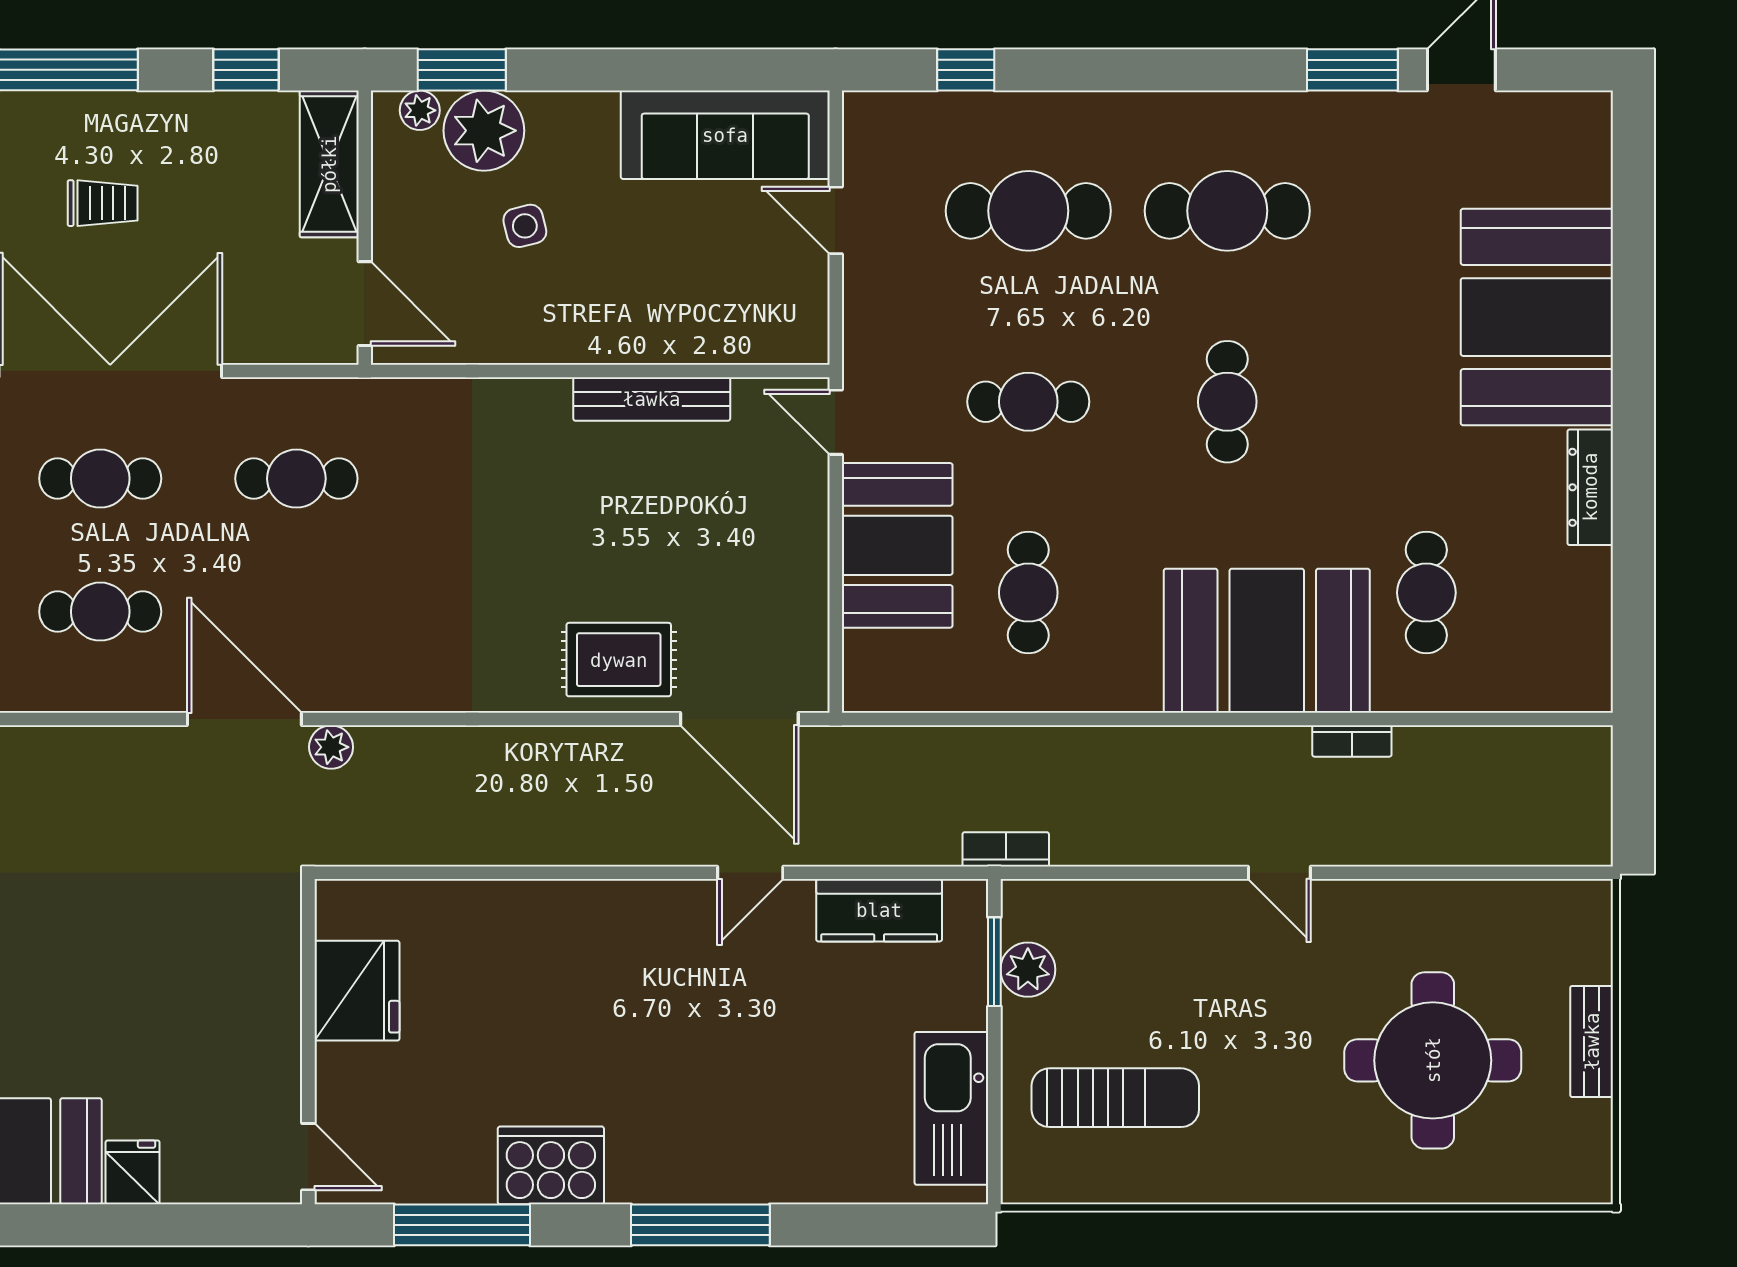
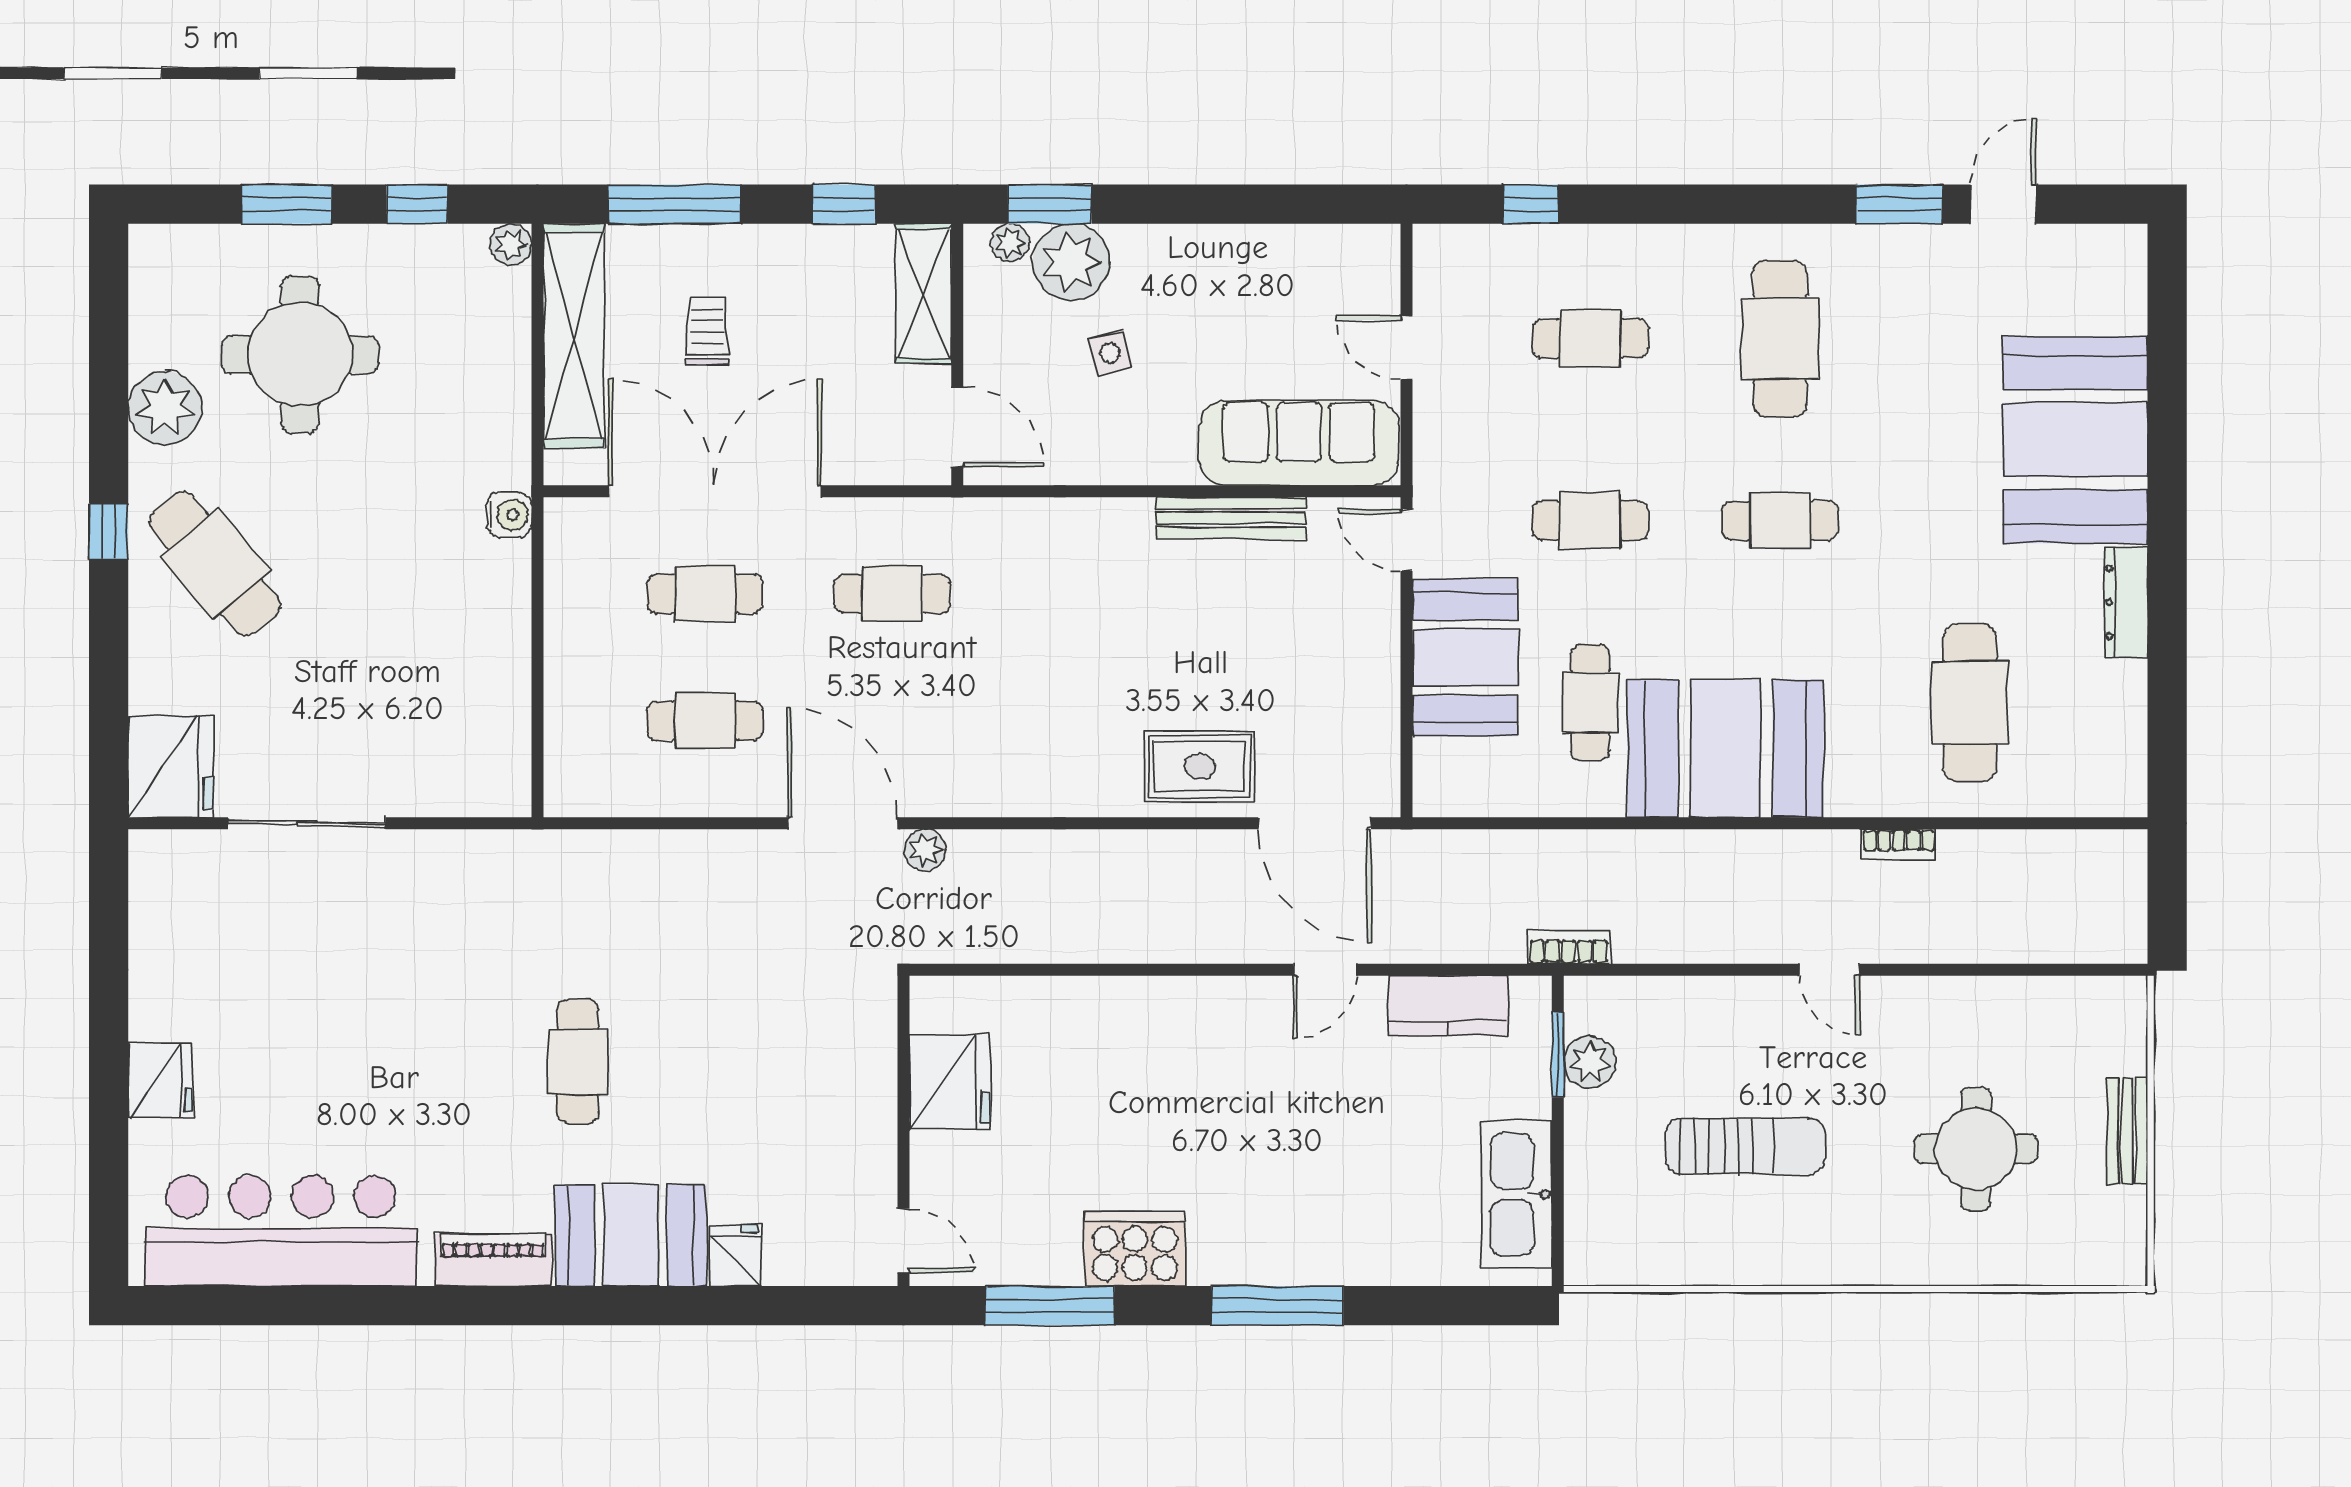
sofa: (725, 135) -> (1299, 443), moved, turned 180
trolley: (103, 203) -> (707, 331), turned -90
cafe table: (1028, 211) -> (1590, 339), width x0.73, depth x0.74
cafe table: (1227, 211) -> (1780, 339), turned 90
cafe table: (1227, 402) -> (1780, 521), turned 90
cafe table: (1426, 593) -> (1970, 703), width x1.37, depth x1.35
booth: (1267, 641) -> (1726, 749), moved
round table: (1433, 1060) -> (1976, 1149), width x0.73, depth x0.73
sun lounger: (1115, 1098) -> (1745, 1146), moved

